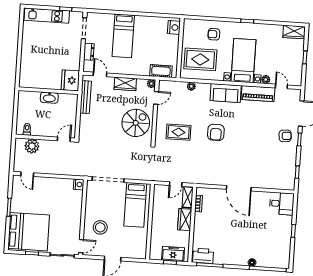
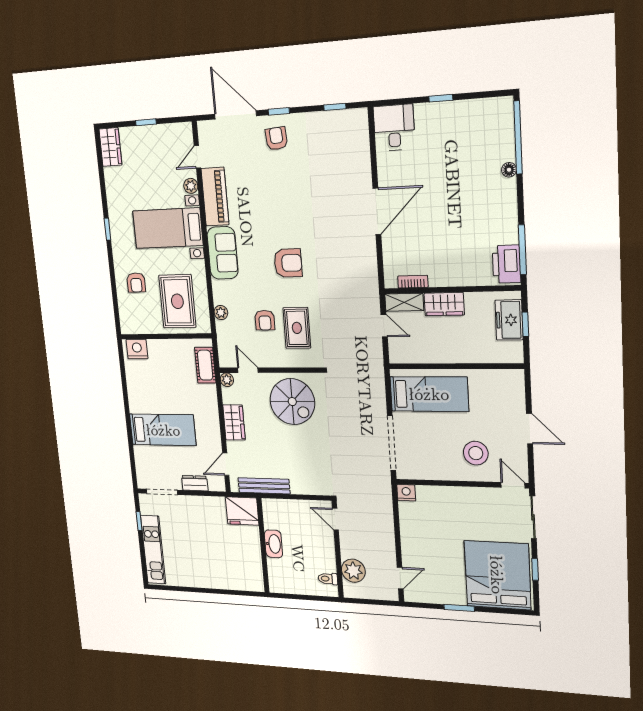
armchair: (185, 113) -> (265, 320), added
spiral stairs: (136, 123) -> (292, 402), turned 180

